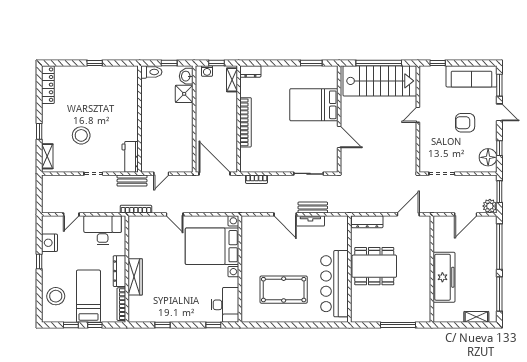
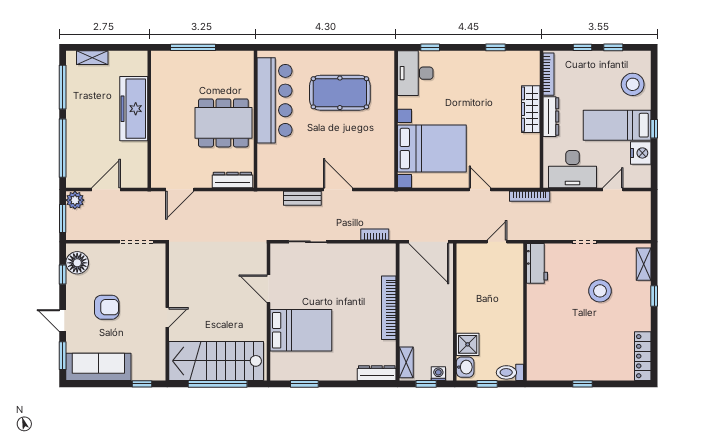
dresser: (250, 71) -> (377, 373), width x1.44
bench: (132, 181) -> (535, 233), removed
tv unit: (310, 221) -> (305, 181), removed
bed: (88, 296) -> (617, 125), moved, turned 90

